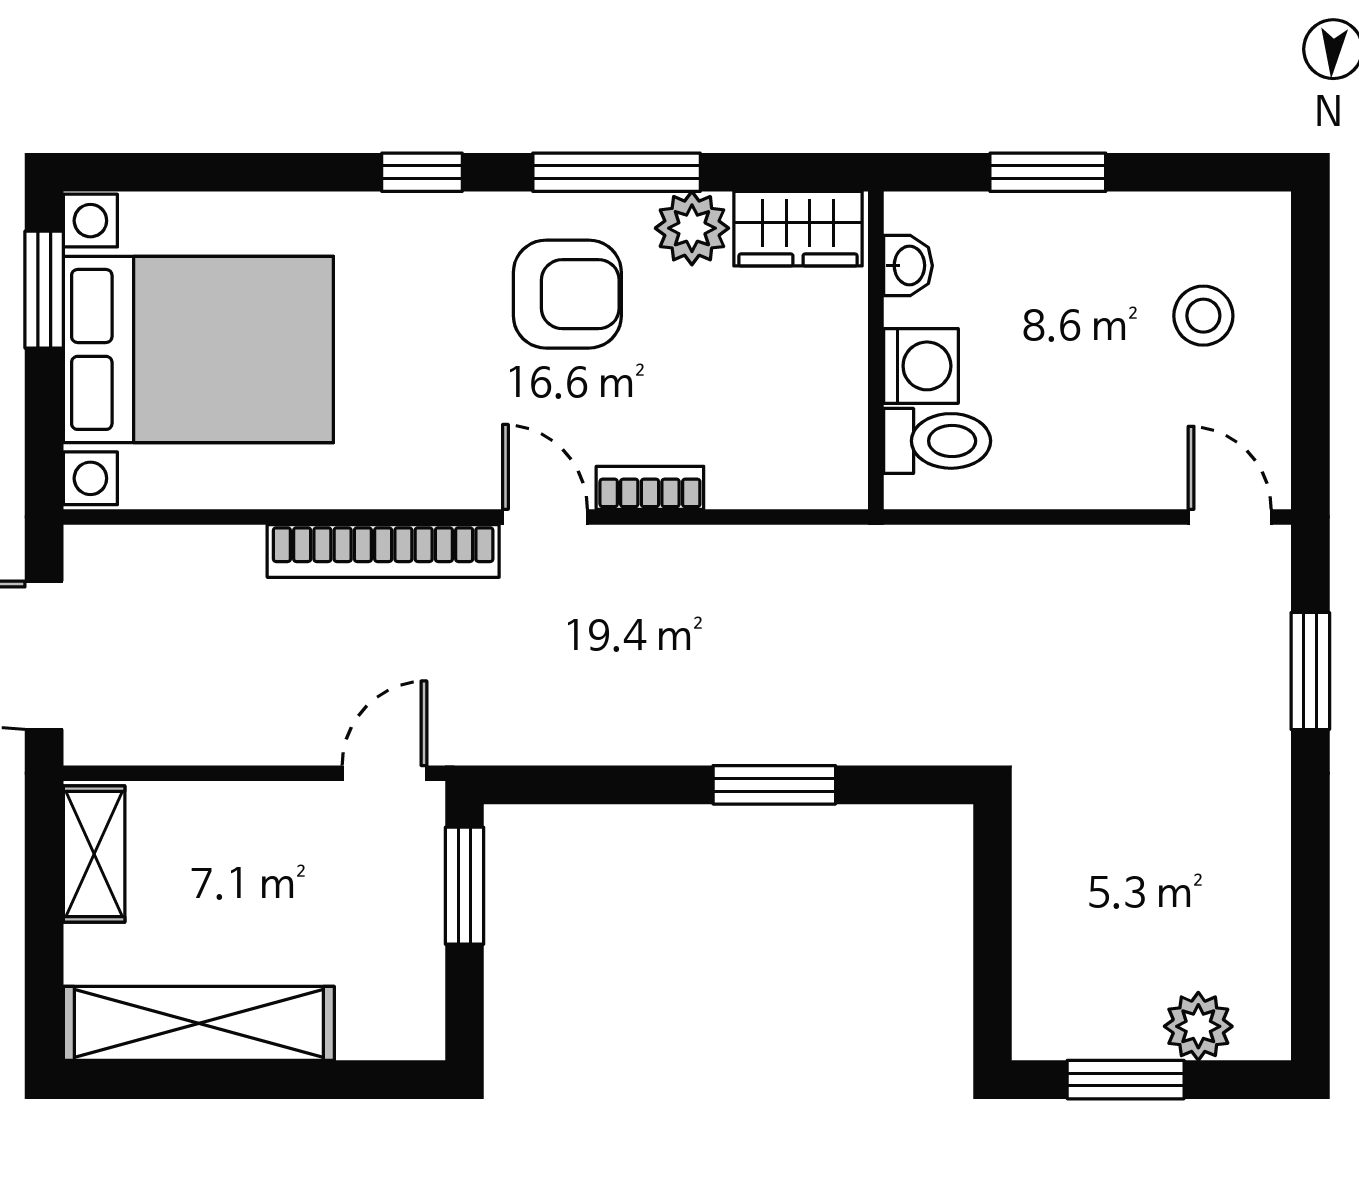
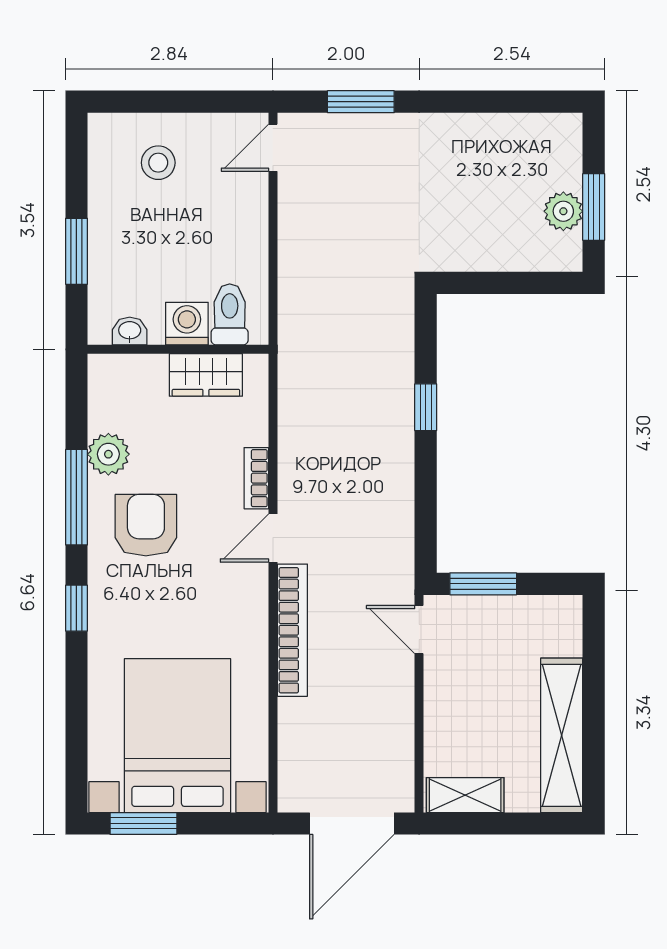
wardrobe: (798, 229) -> (206, 375), moved, turned 90
window: (774, 785) -> (426, 407), width x0.67
plant: (1198, 1026) -> (563, 211), moved

